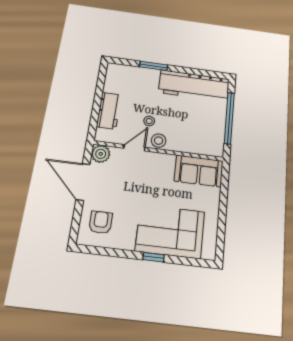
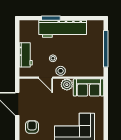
workbench: (194, 86) -> (63, 29), moved
door: (134, 148) -> (46, 78), swing flipped
plant: (101, 154) -> (67, 85), moved

